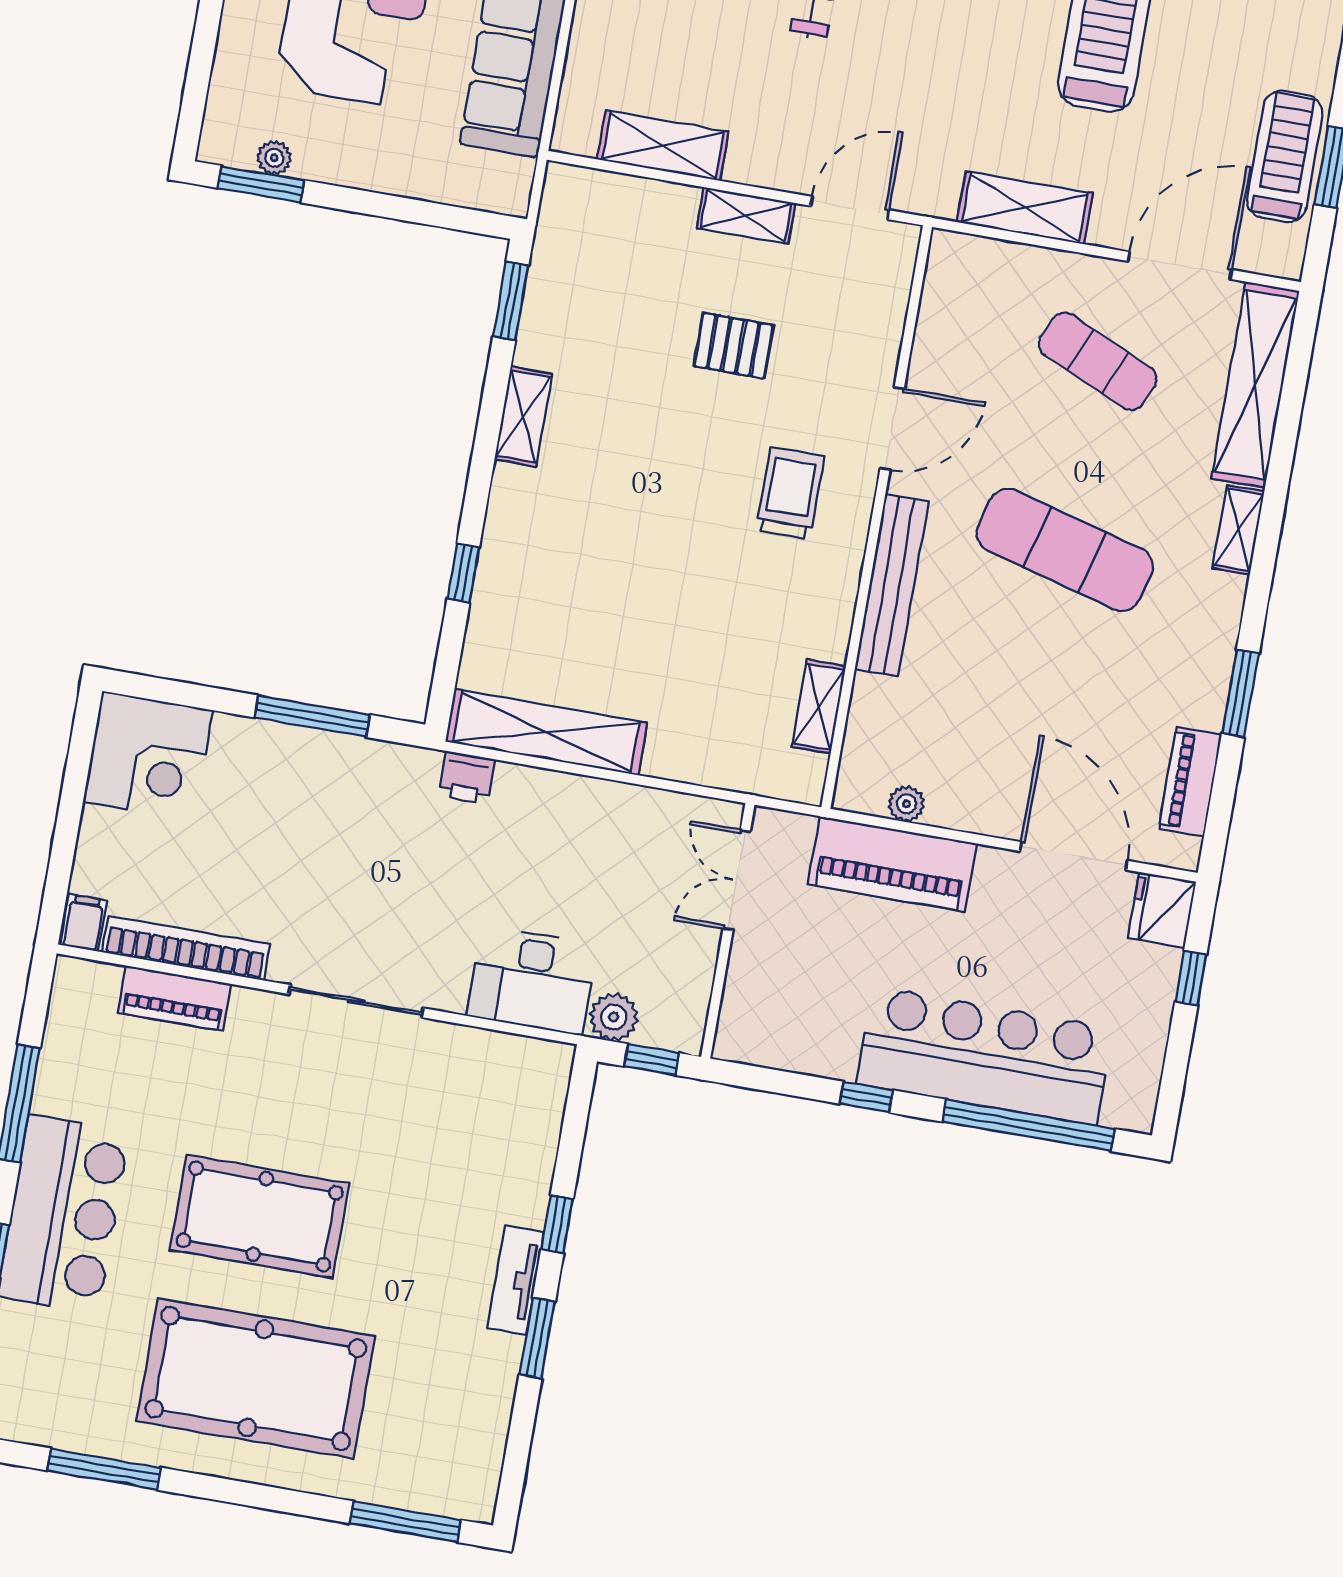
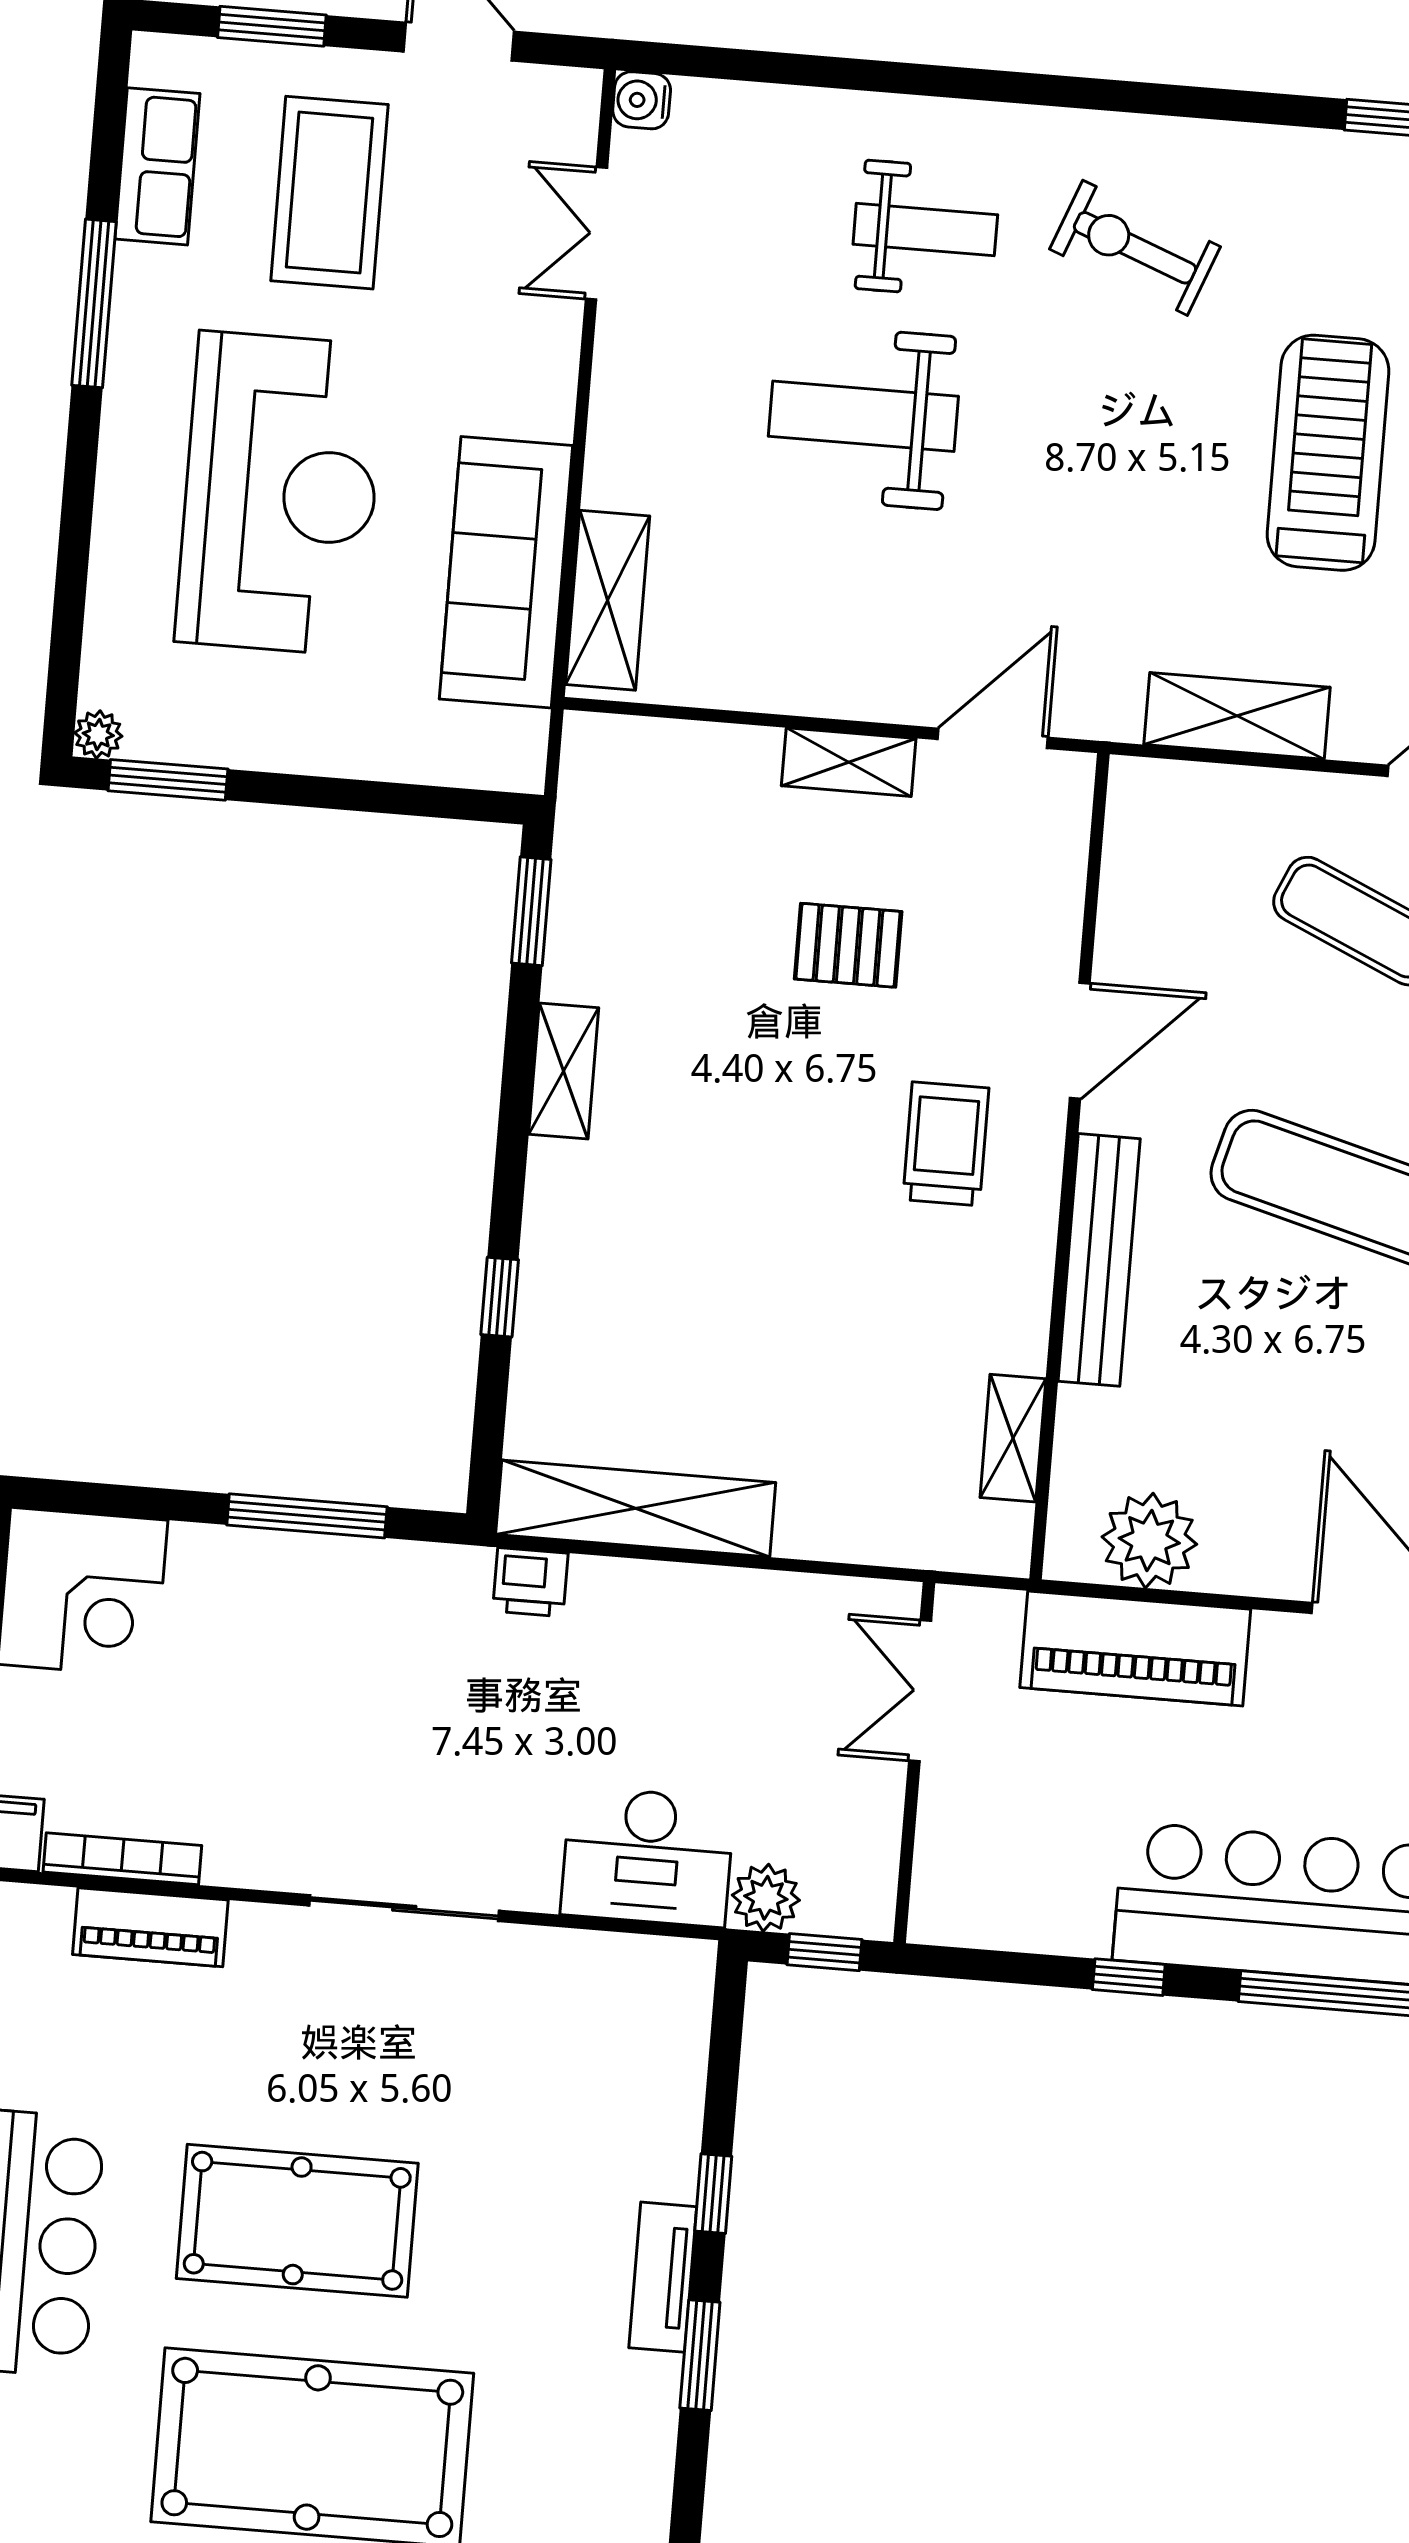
shelving: (663, 146) -> (608, 600), moved, turned 90
plant: (274, 158) -> (98, 734), moved
plant: (906, 804) -> (1149, 1541), width x1.87, depth x1.87
bookcase: (186, 948) -> (122, 1859), width x0.68, depth x0.76

